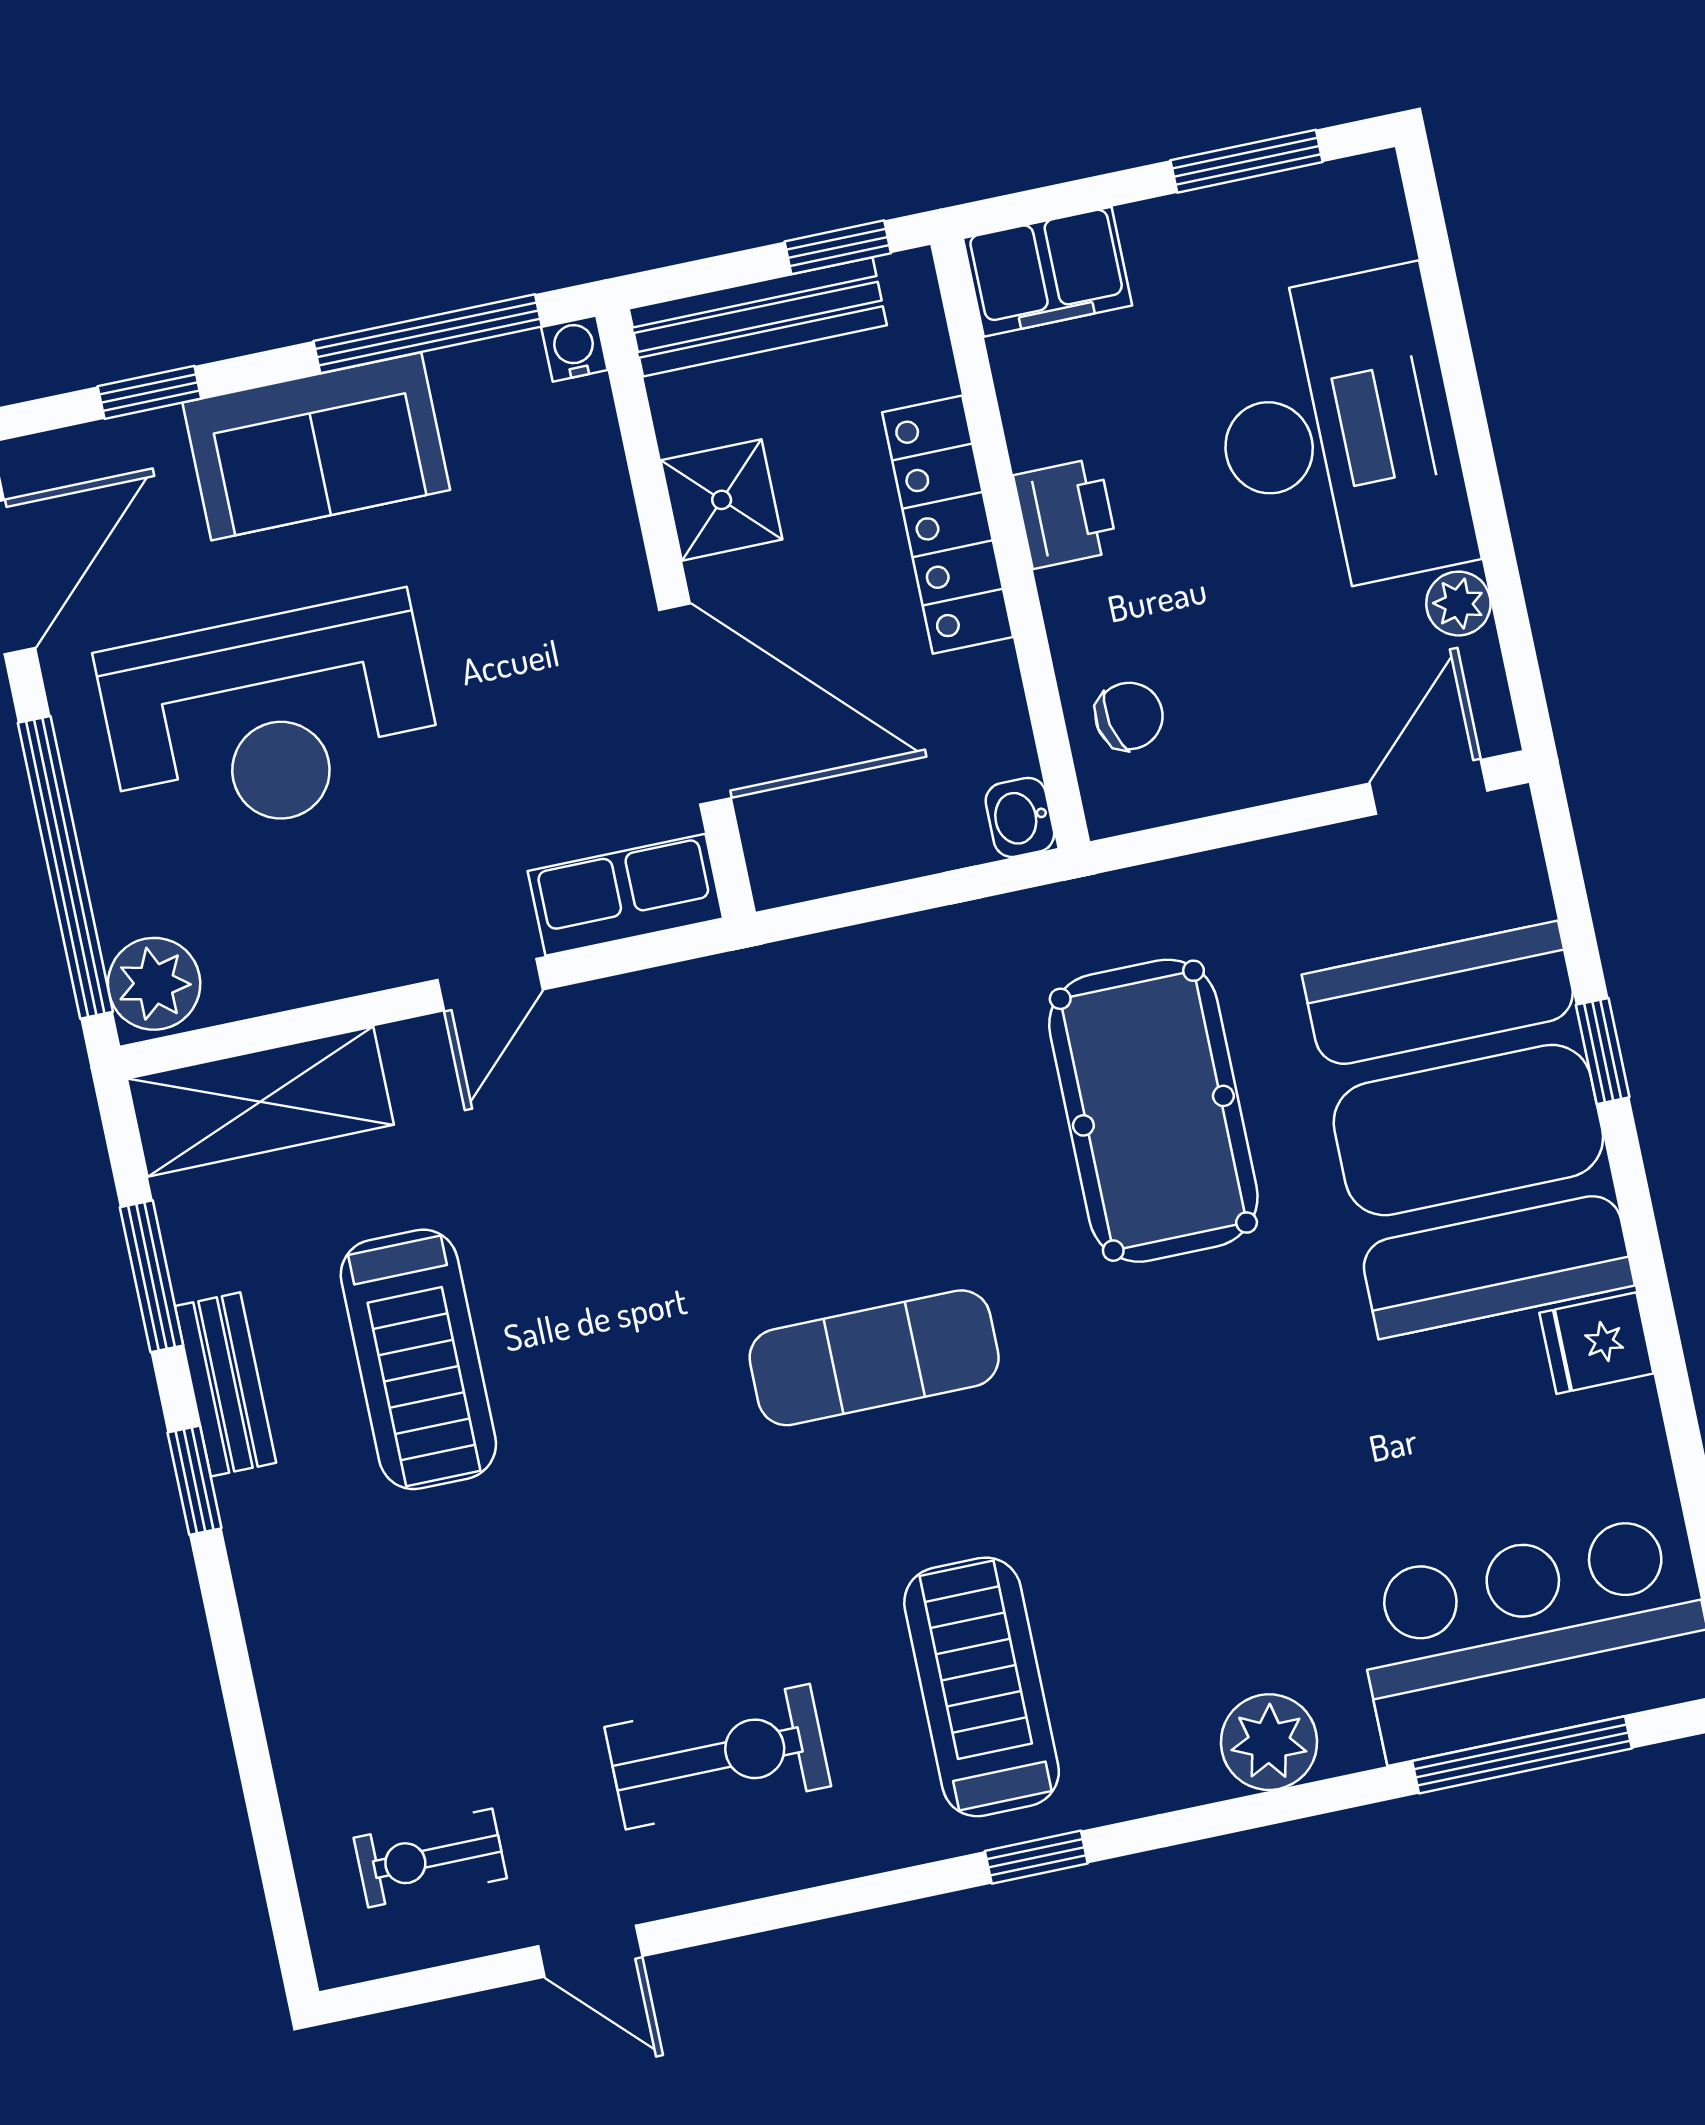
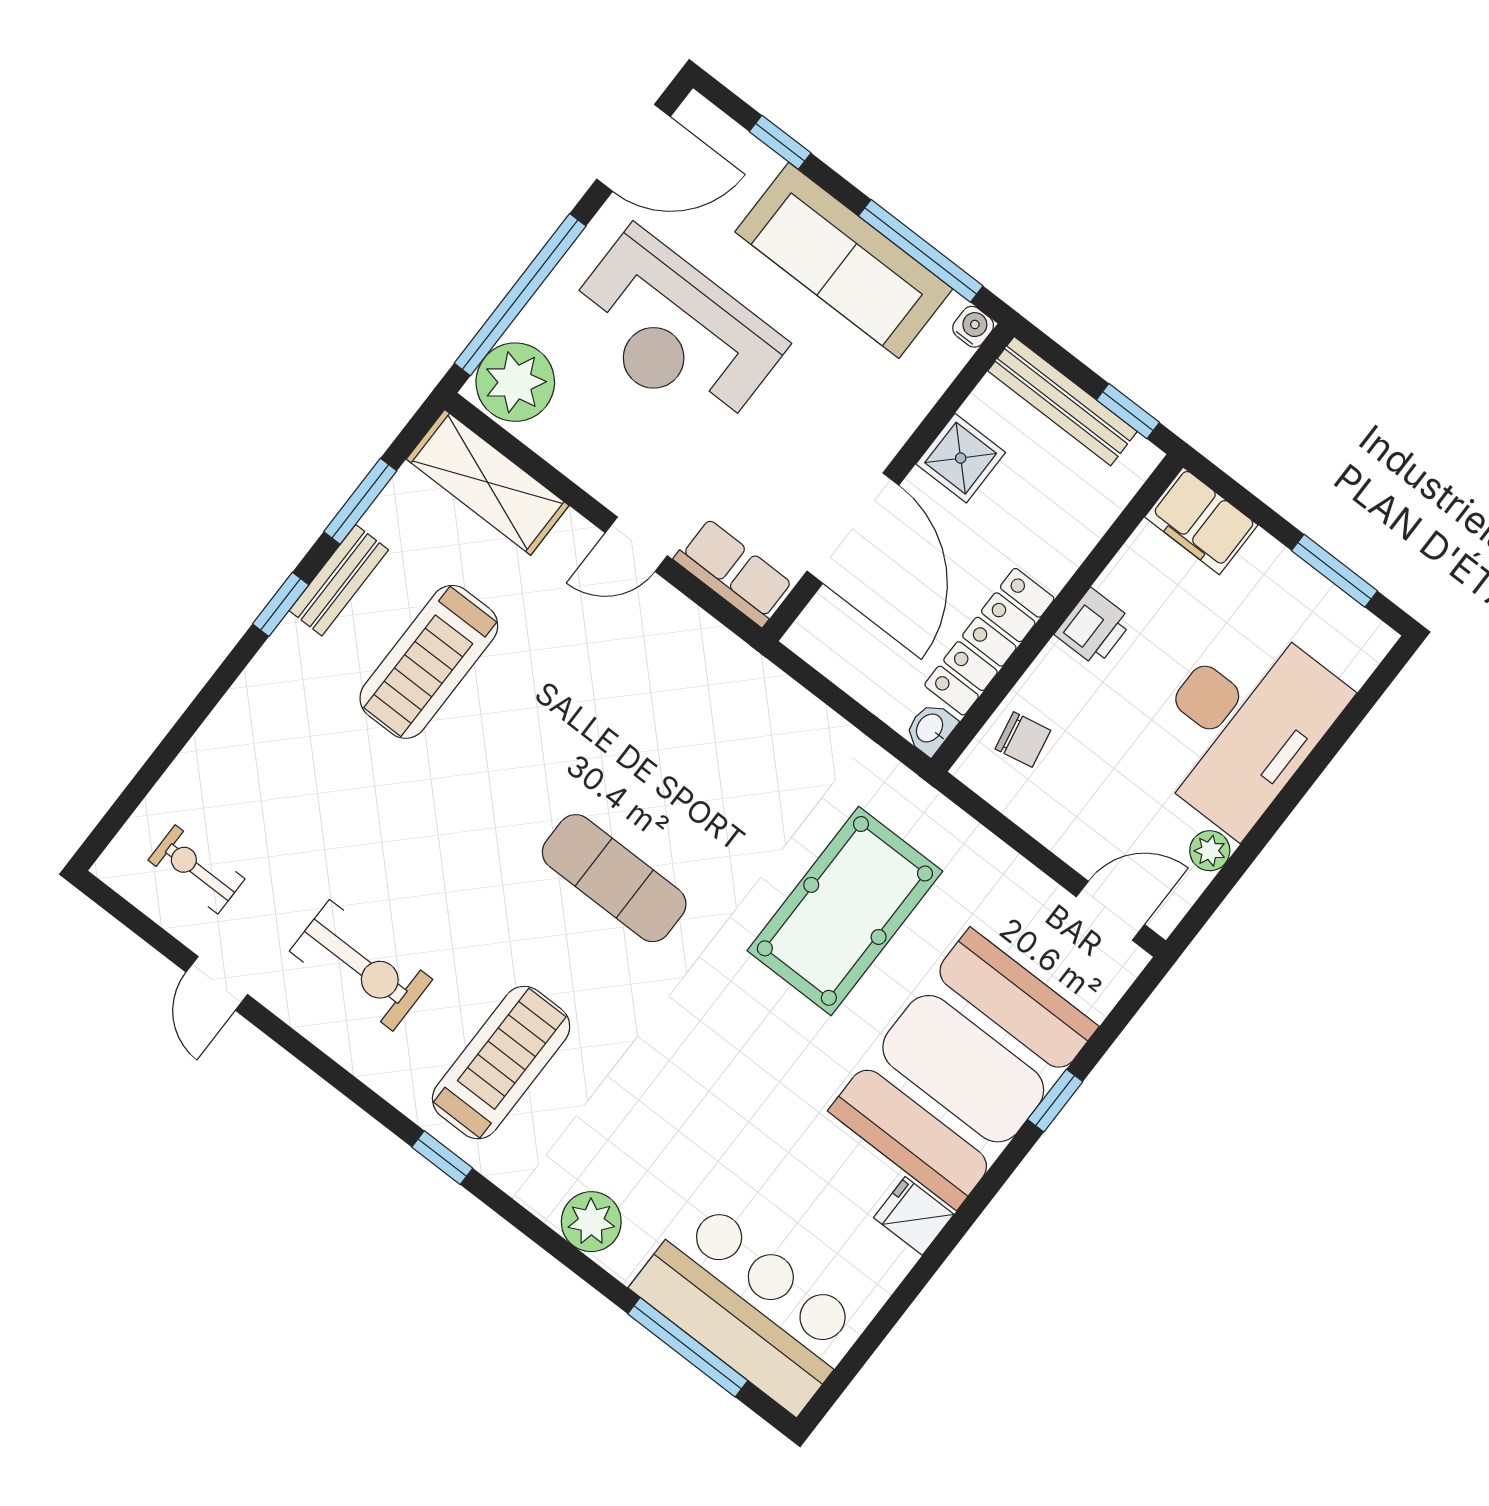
sofa: (316, 446) -> (844, 260), width x1.36
locker: (948, 525) -> (989, 642), moved
plant: (154, 984) -> (515, 382), width x1.36, depth x1.36

